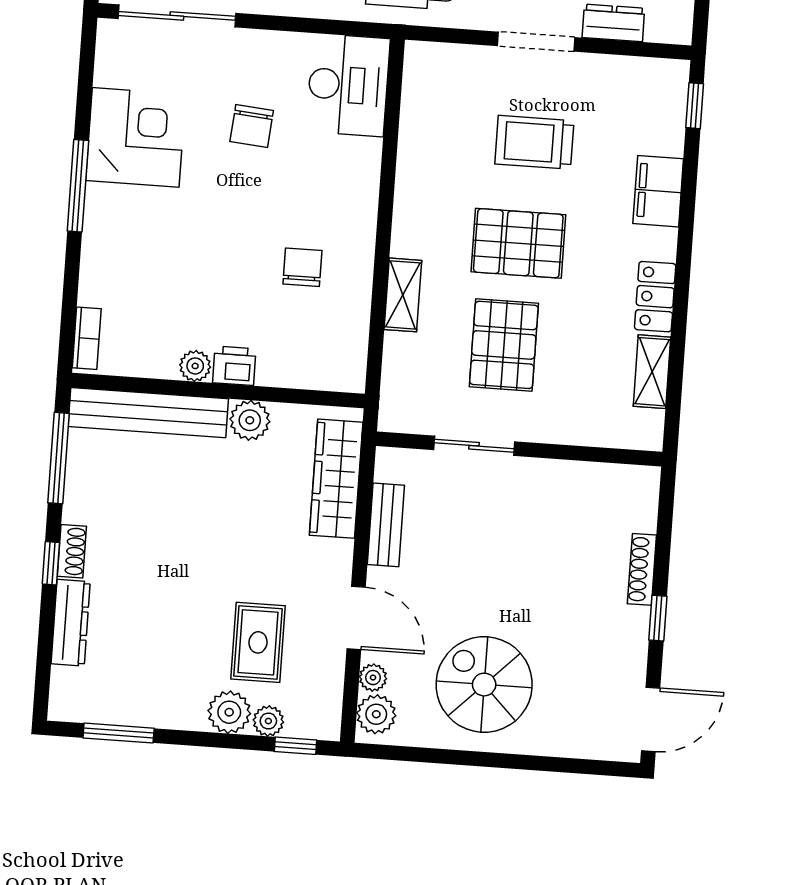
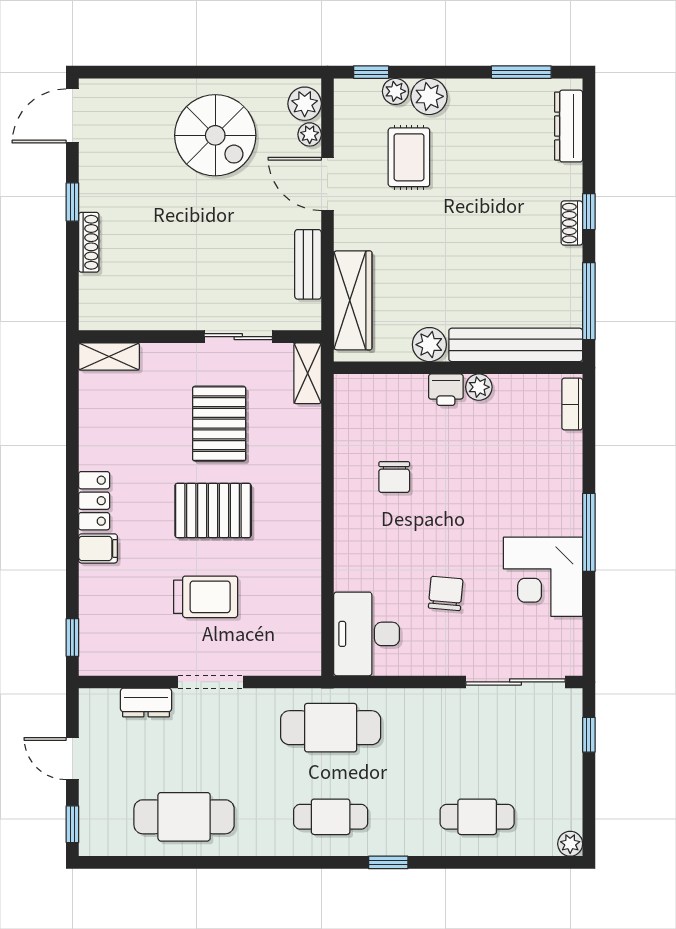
filing cabinet: (658, 191) -> (98, 548), width x0.50
shelving: (403, 295) -> (308, 373), moved
locker: (655, 297) -> (94, 501), moved
shelving: (652, 372) -> (109, 357), moved, turned 90
dresser: (71, 623) -> (569, 126), moved

